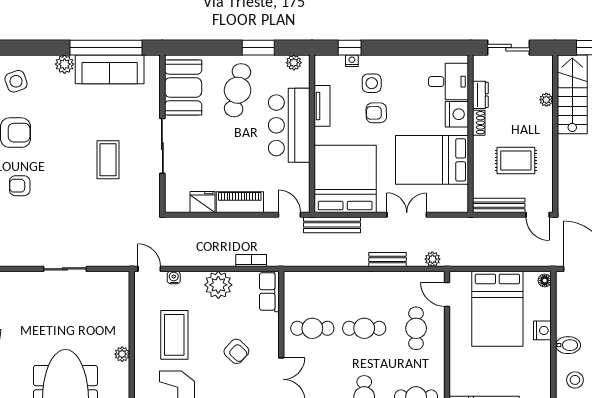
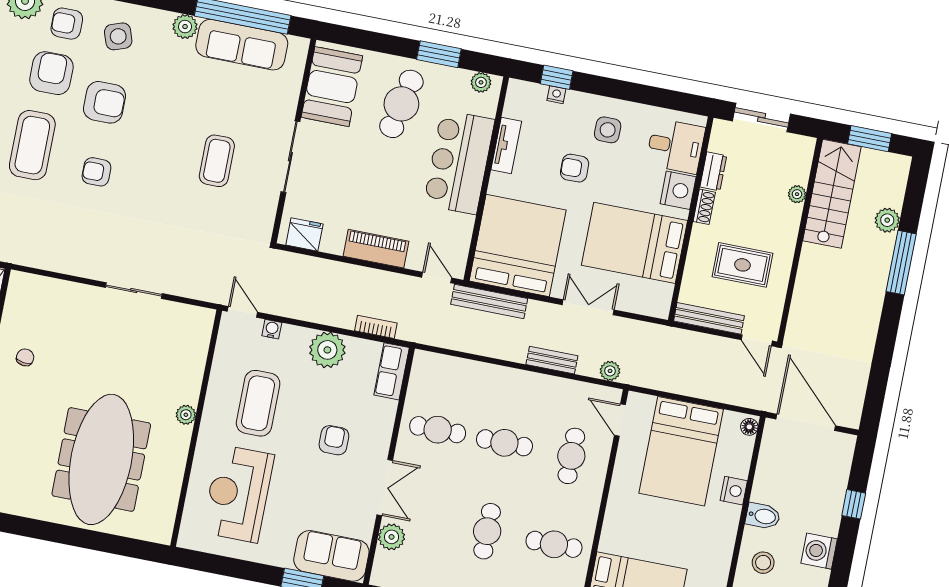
side table: (372, 83) -> (608, 130), moved
fridge: (202, 202) -> (304, 235), moved
armchair: (236, 351) -> (334, 440), turned -133

